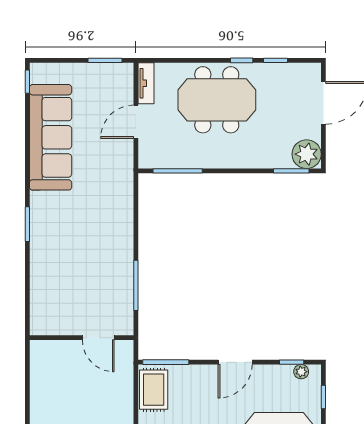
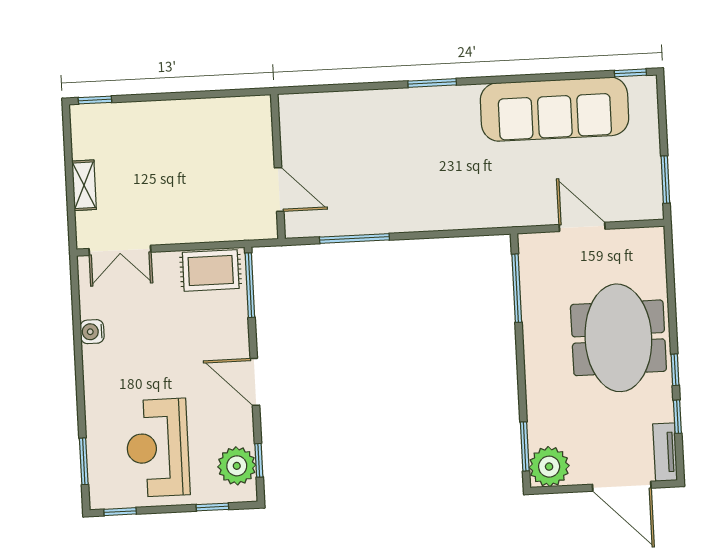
tv unit: (146, 83) -> (665, 452), moved, turned 90
door: (98, 338) -> (279, 190), swing flipped
plant: (301, 372) -> (237, 466), width x1.88, depth x1.88

